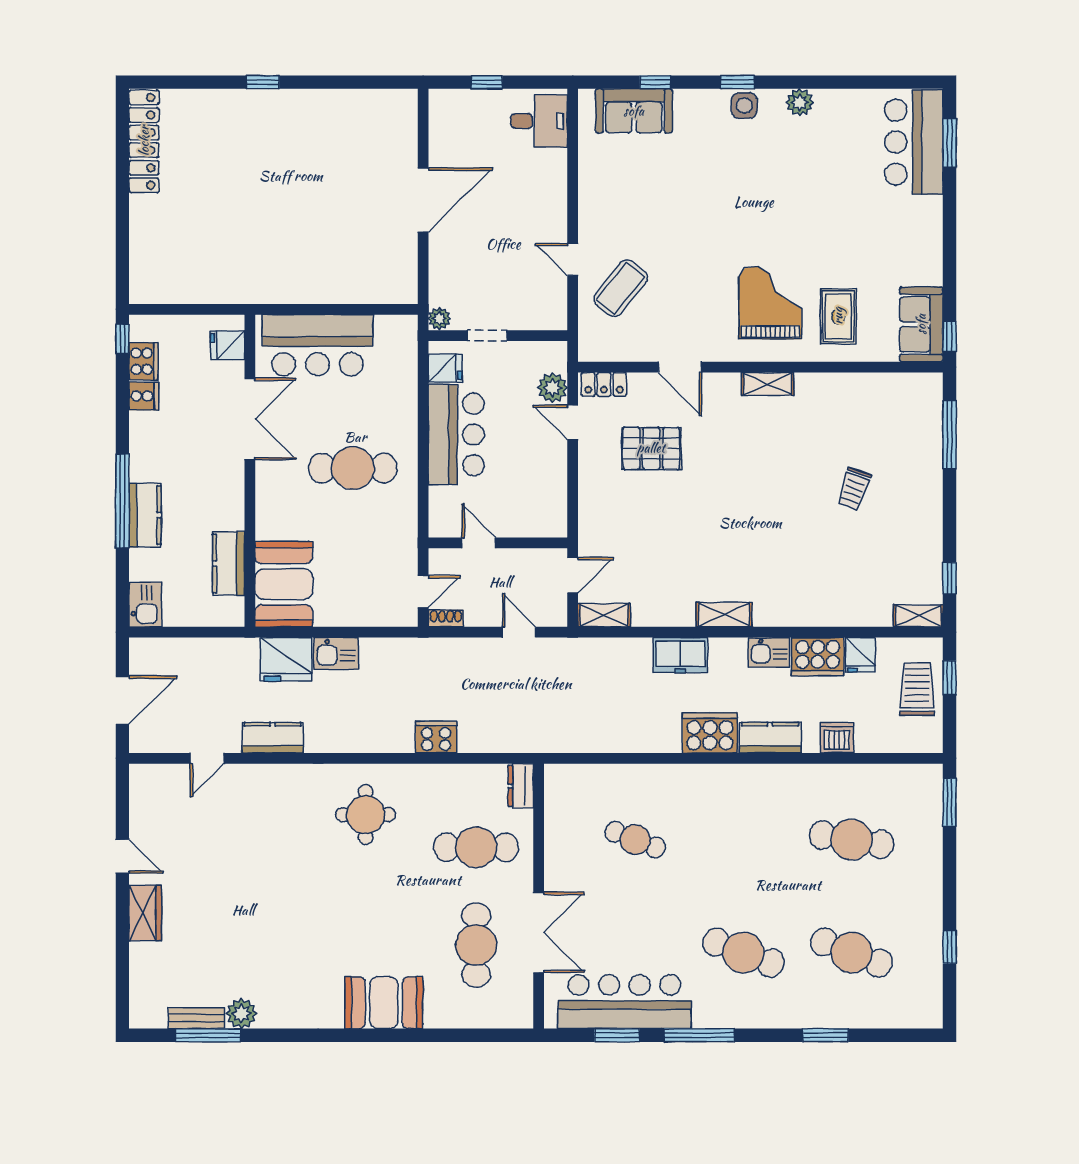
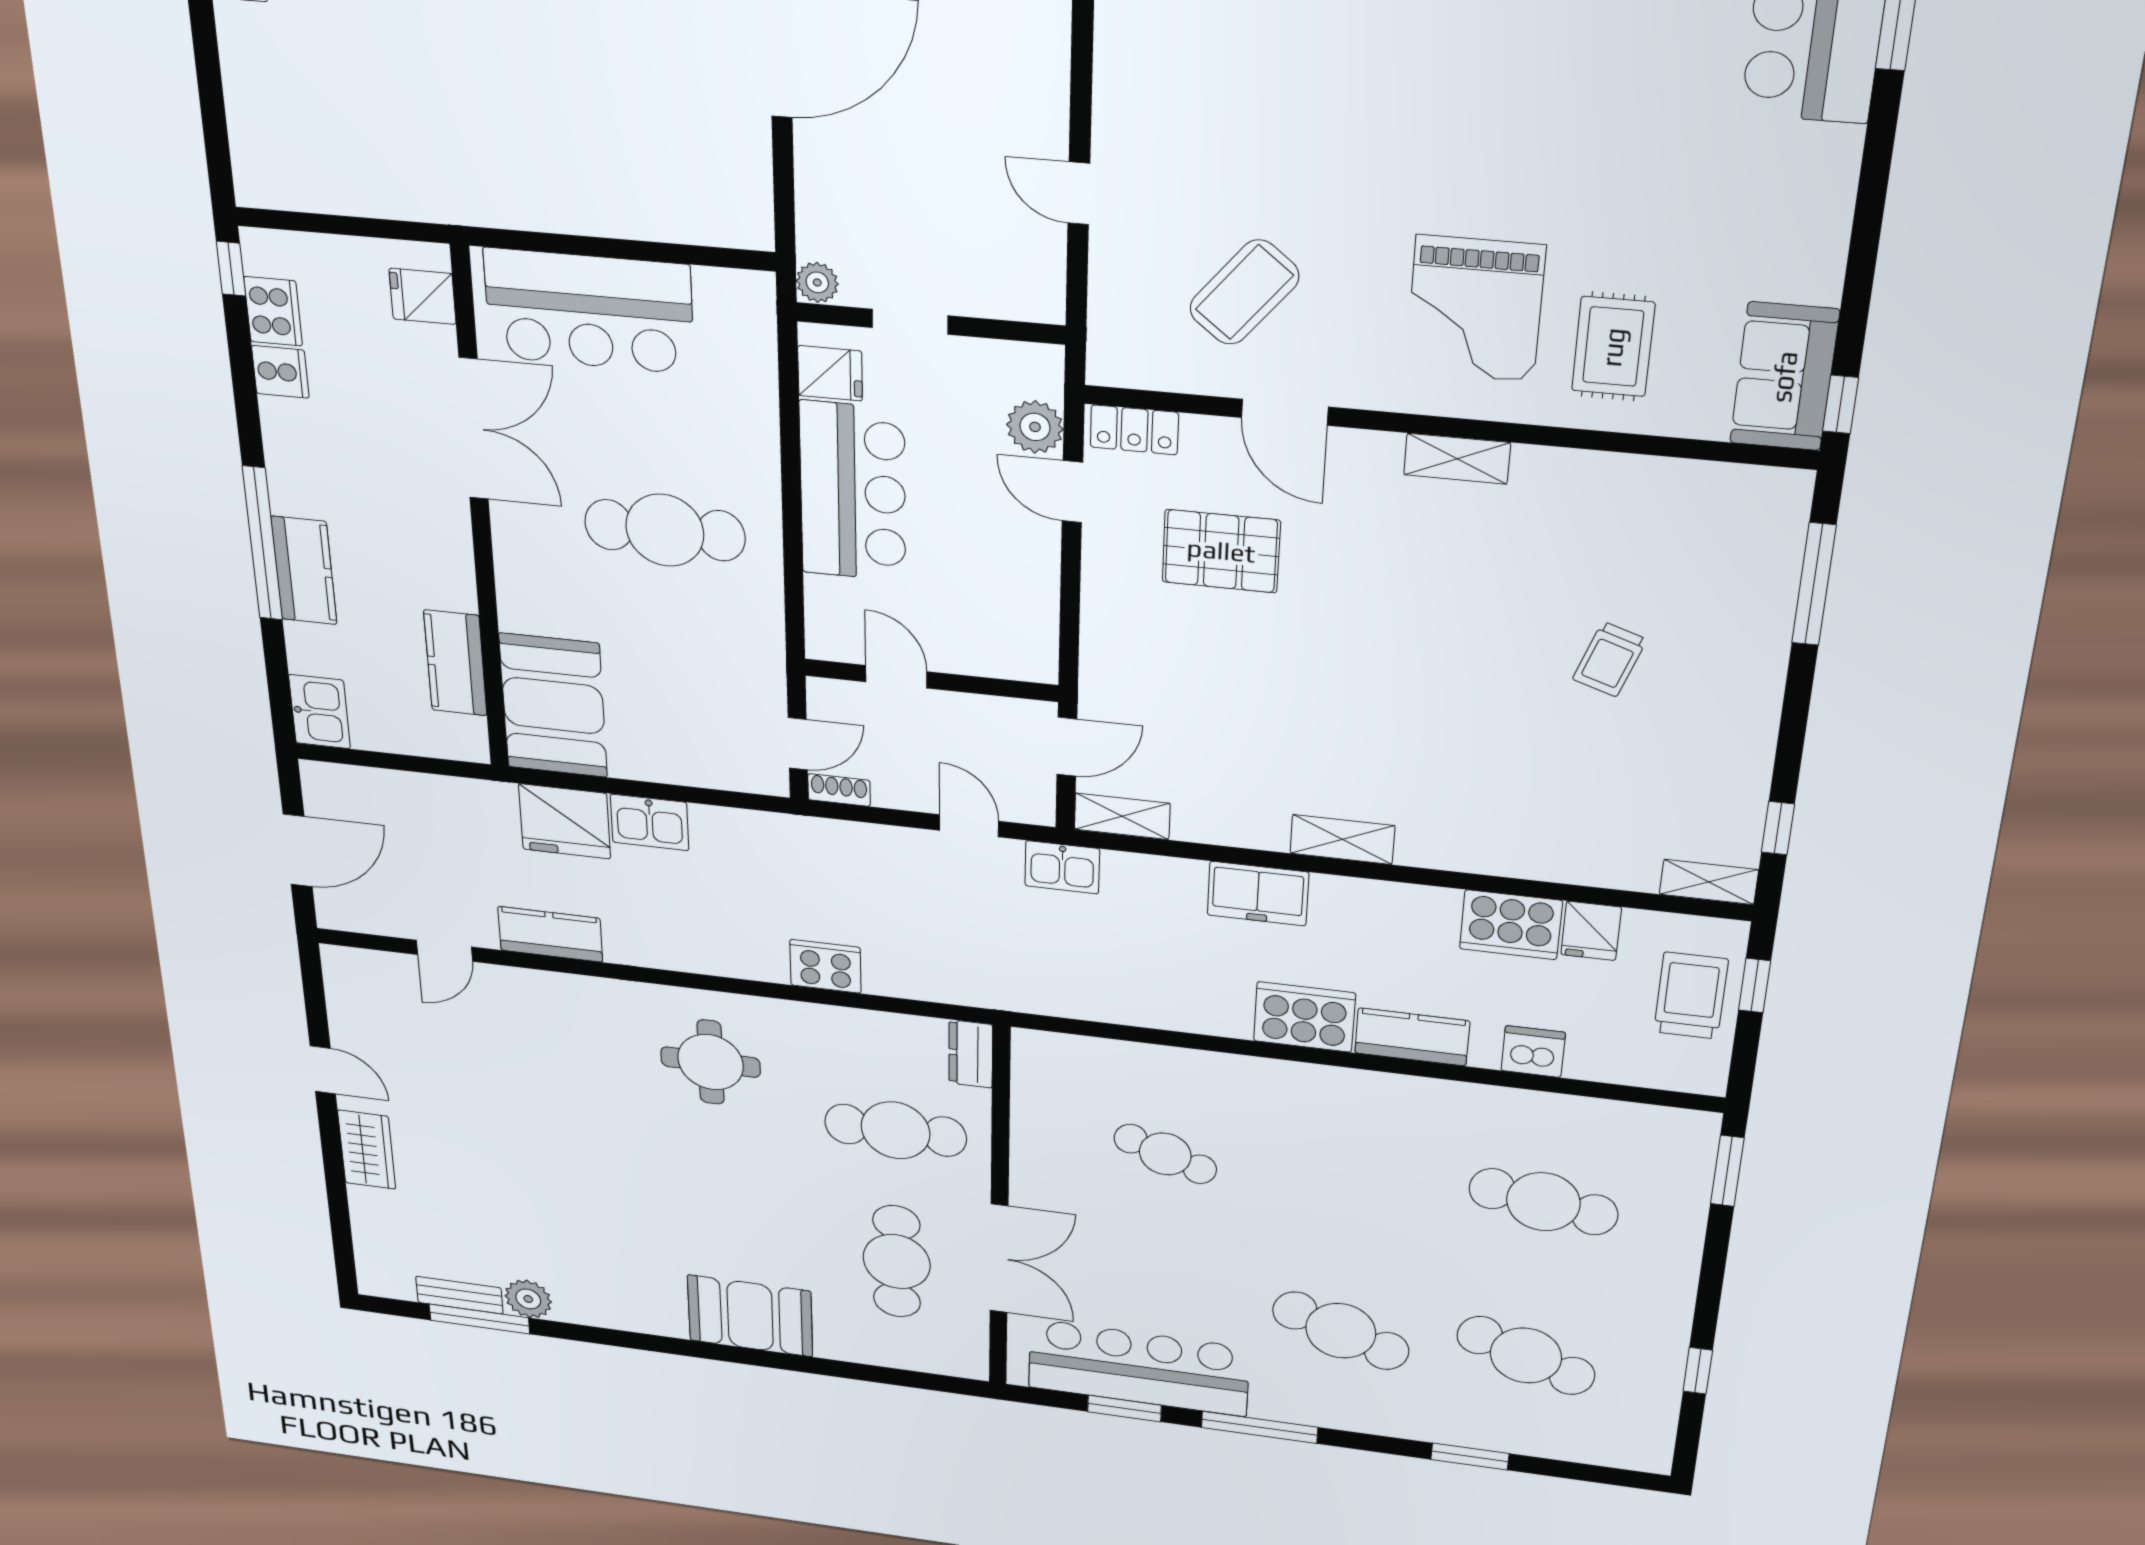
coffee table: (621, 288) -> (1244, 292), moved
grand piano: (770, 303) -> (1475, 309), turned 180
kitchen sink: (769, 652) -> (1062, 867), moved

